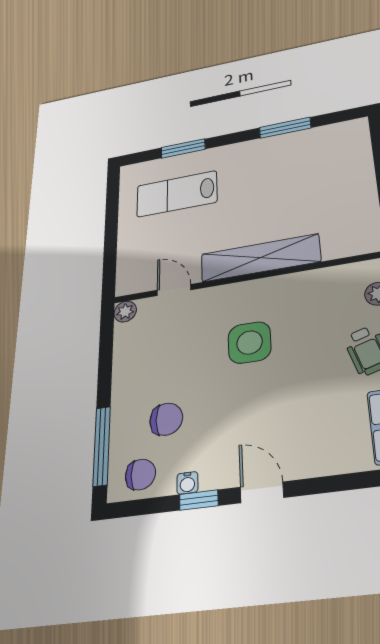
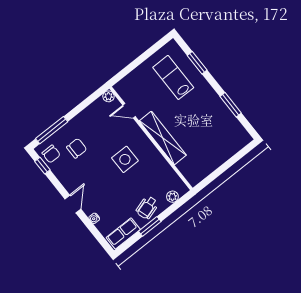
door: (174, 290) -> (129, 111), swing flipped
chair: (166, 419) -> (77, 148), turned -90
water cooler: (187, 483) -> (94, 218), moved
window: (199, 500) -> (42, 166), moved

